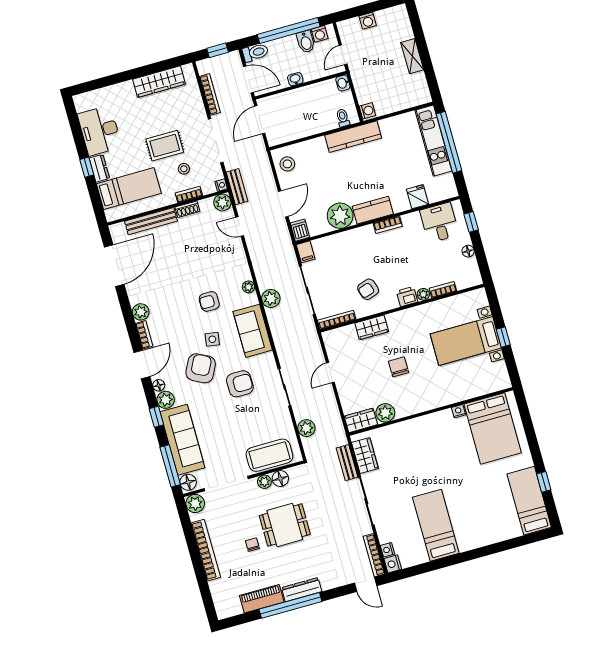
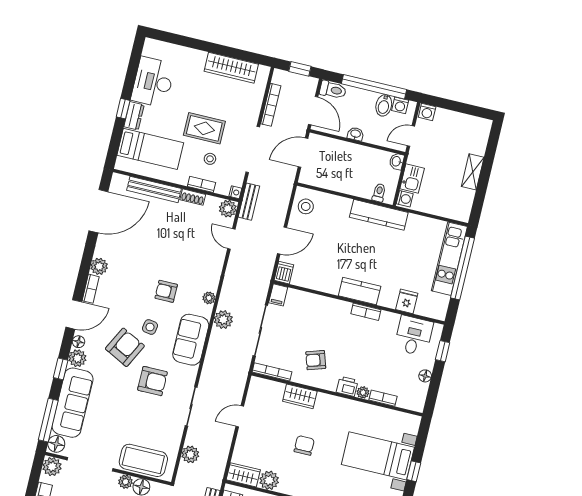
washing machine: (368, 21) -> (427, 112), moved
kitchen sink: (364, 90) -> (412, 179), added
plant: (340, 216) -> (327, 280), removed

